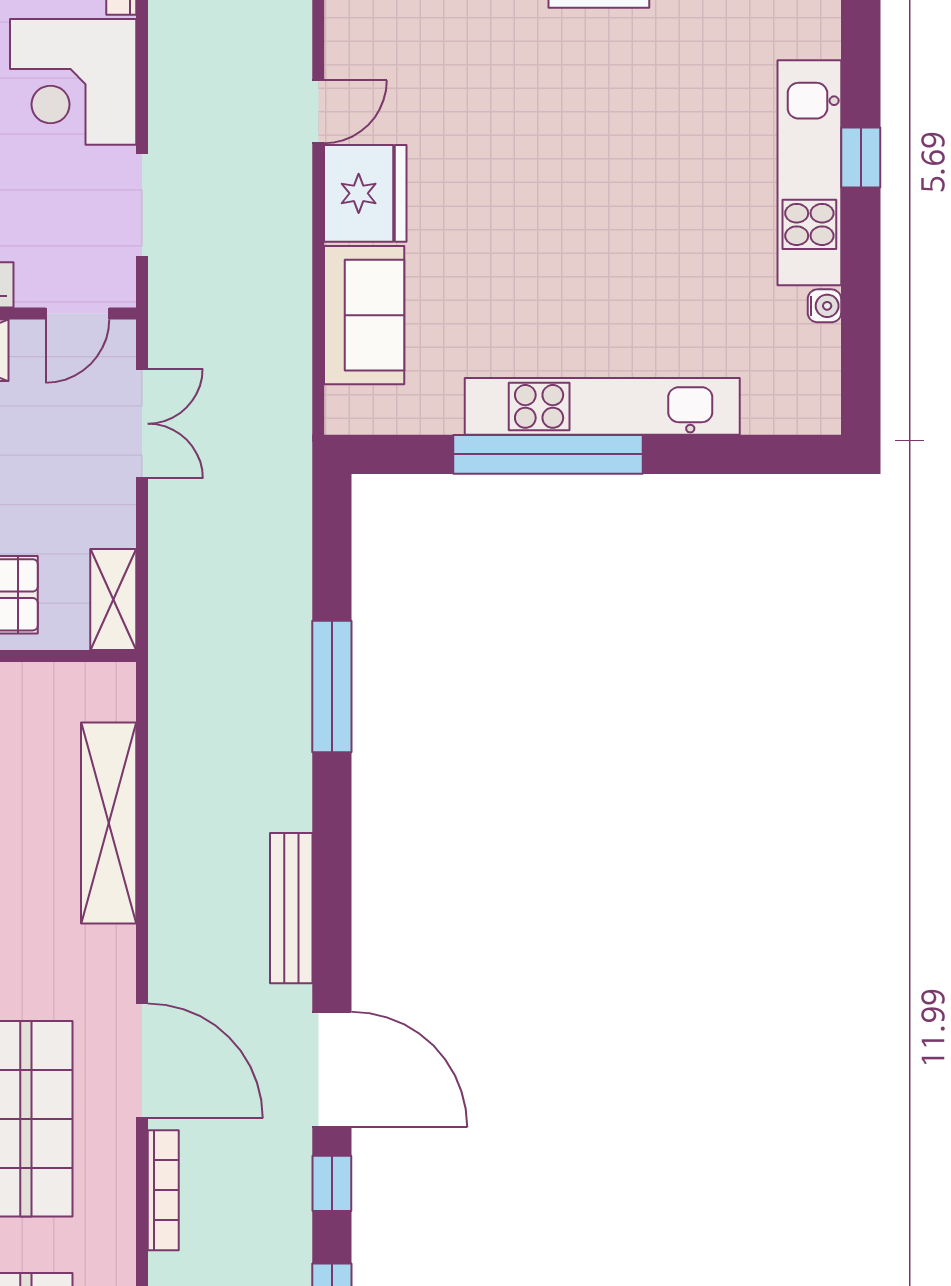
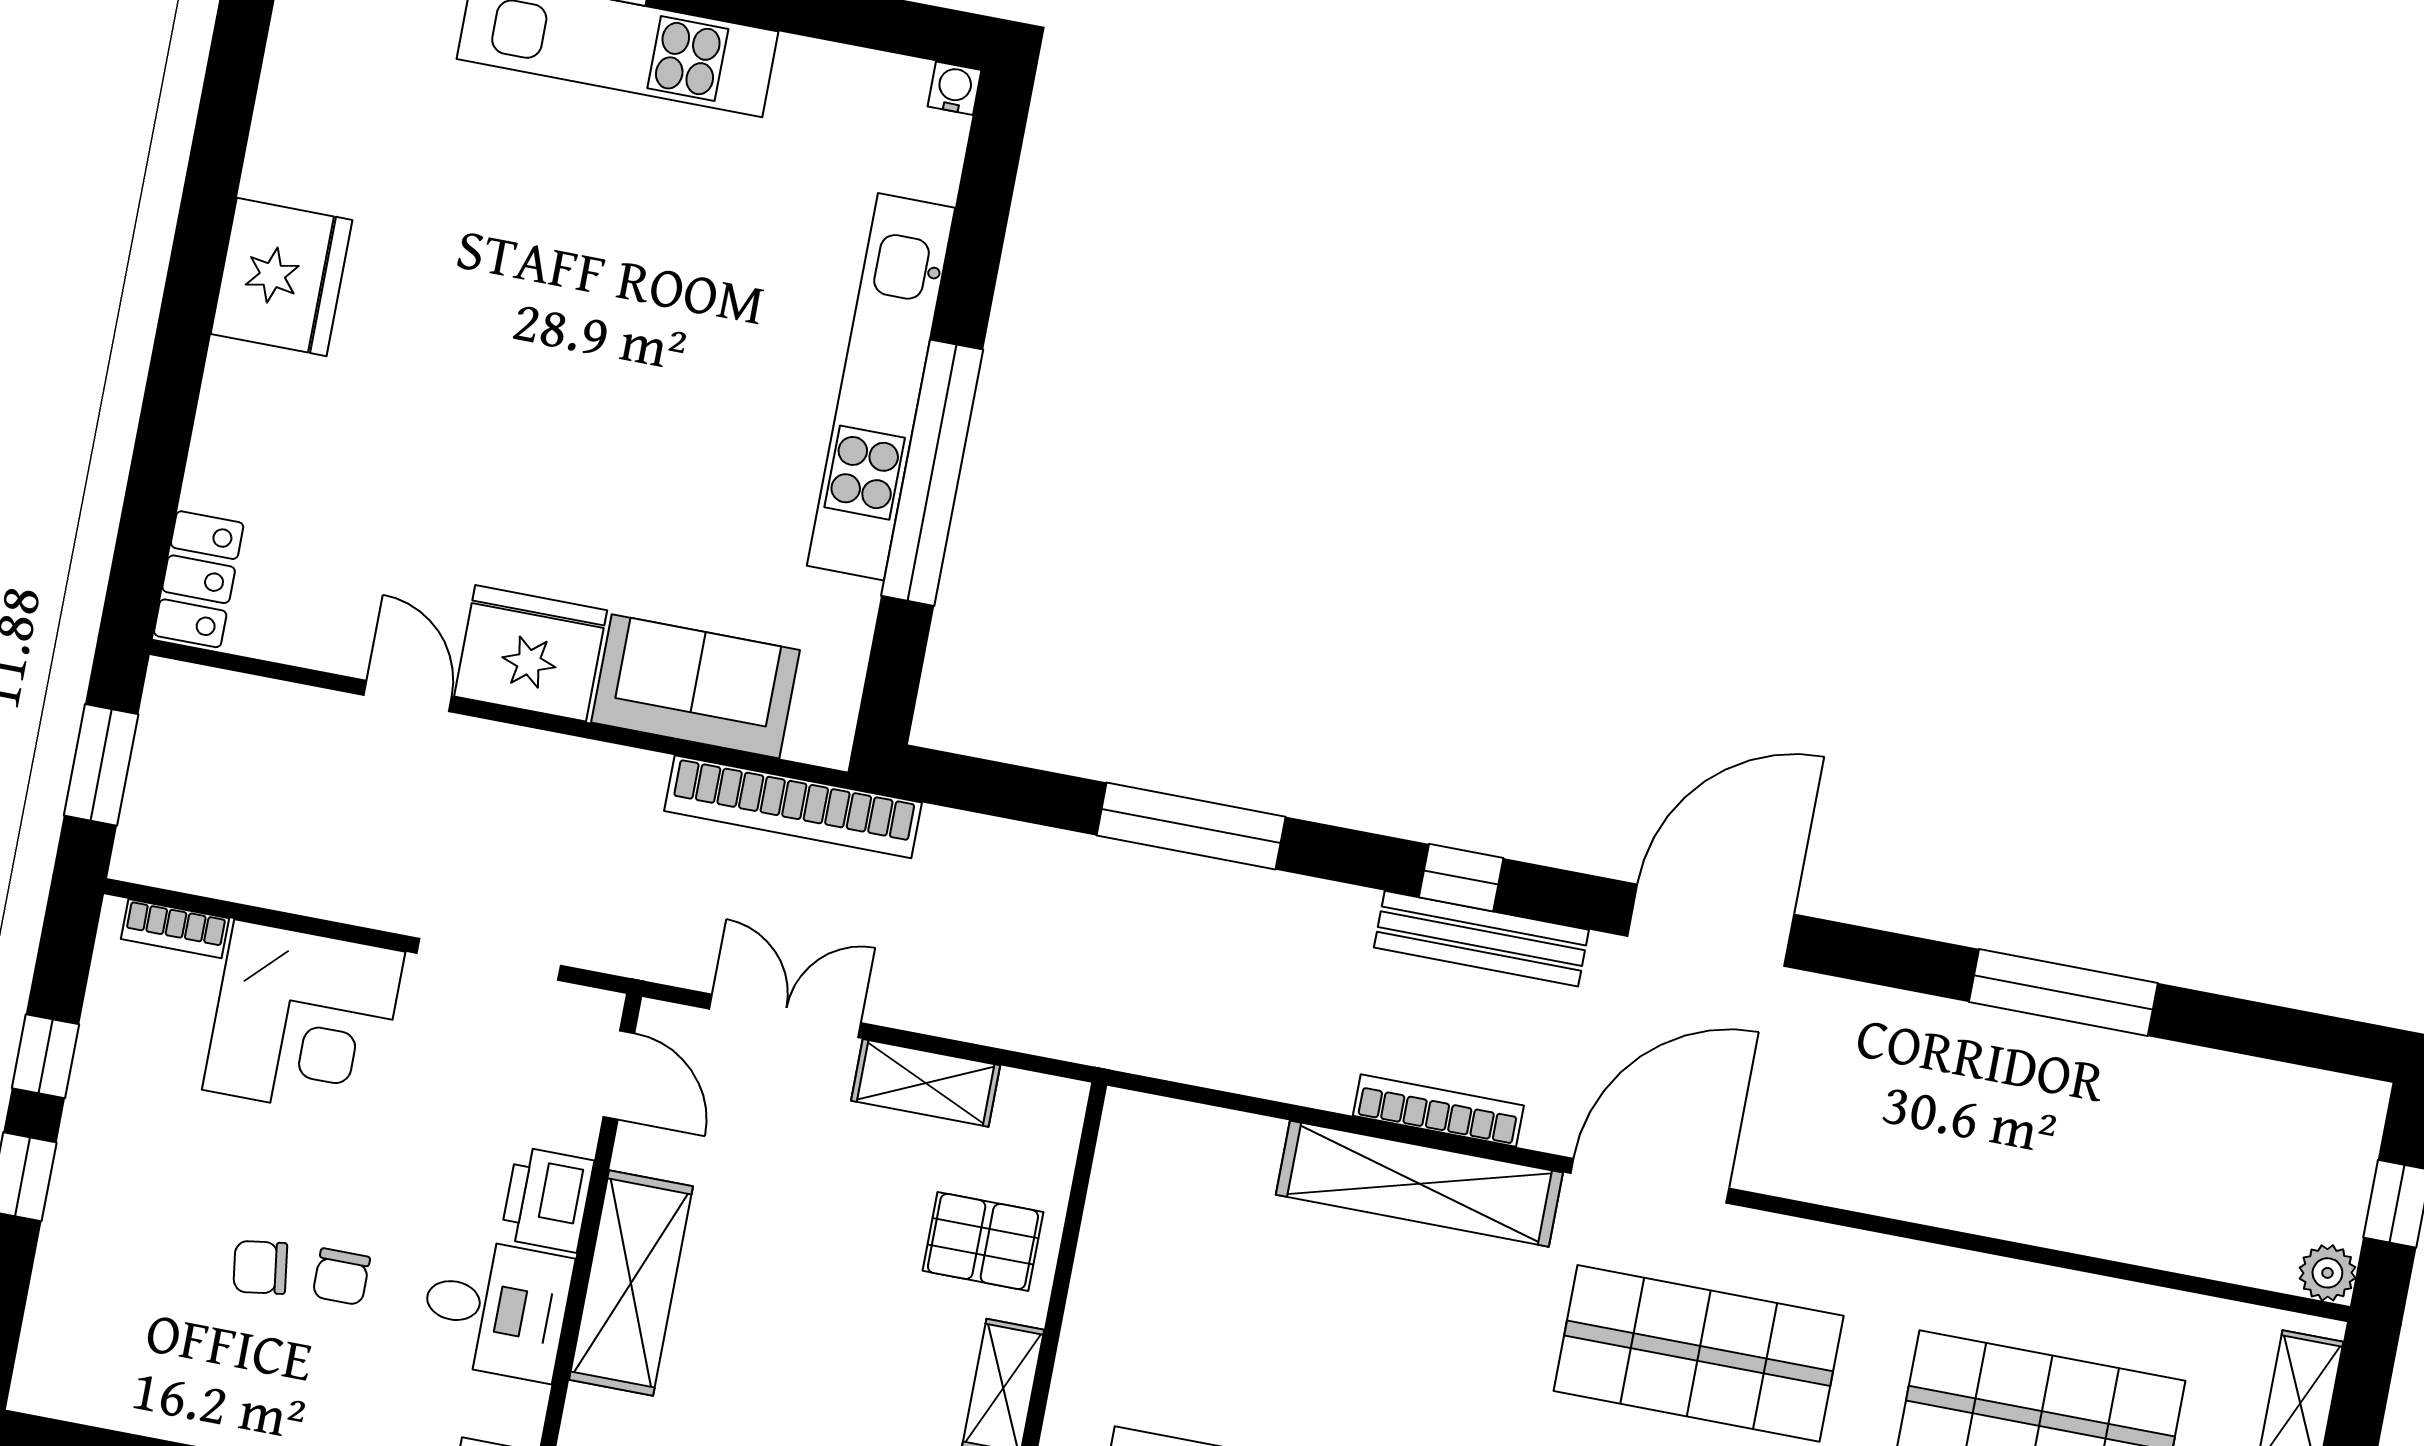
water cooler: (824, 306) -> (954, 88), moved
bookcase: (292, 401) -> (793, 807), added
shelving: (113, 600) -> (926, 1083), moved
shelving: (109, 823) -> (1419, 1184), moved
window: (332, 1183) -> (1461, 878), moved
bookcase: (163, 1190) -> (1438, 1111), moved

